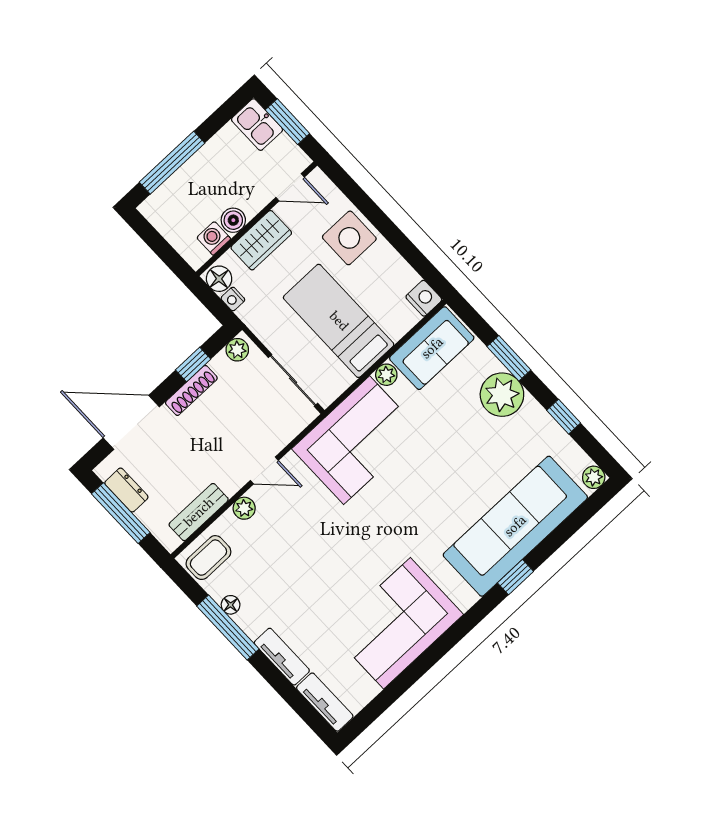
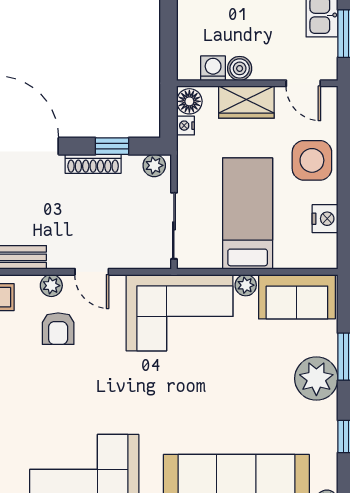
nightstand: (424, 298) -> (325, 219), moved
armchair: (279, 535) -> (58, 329), added

